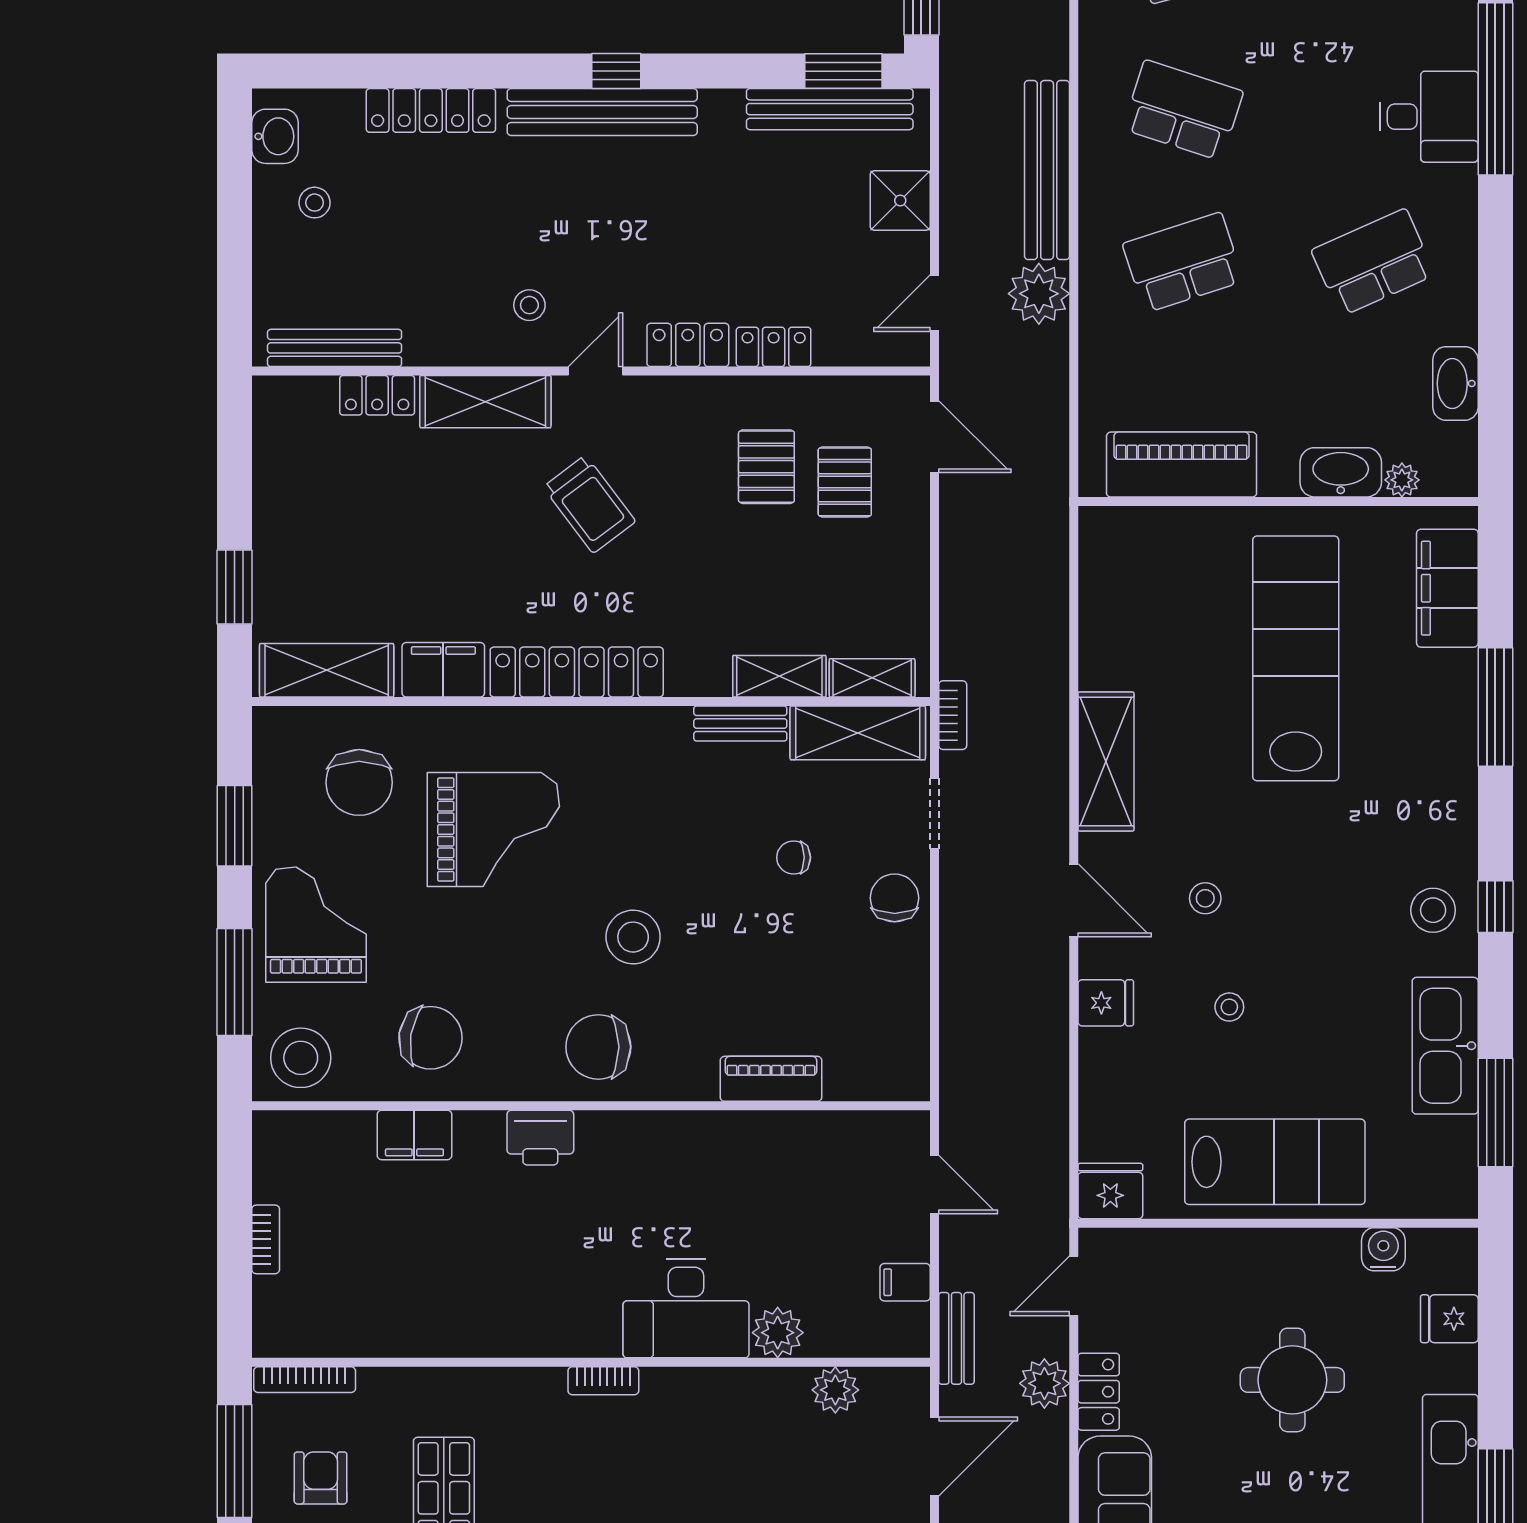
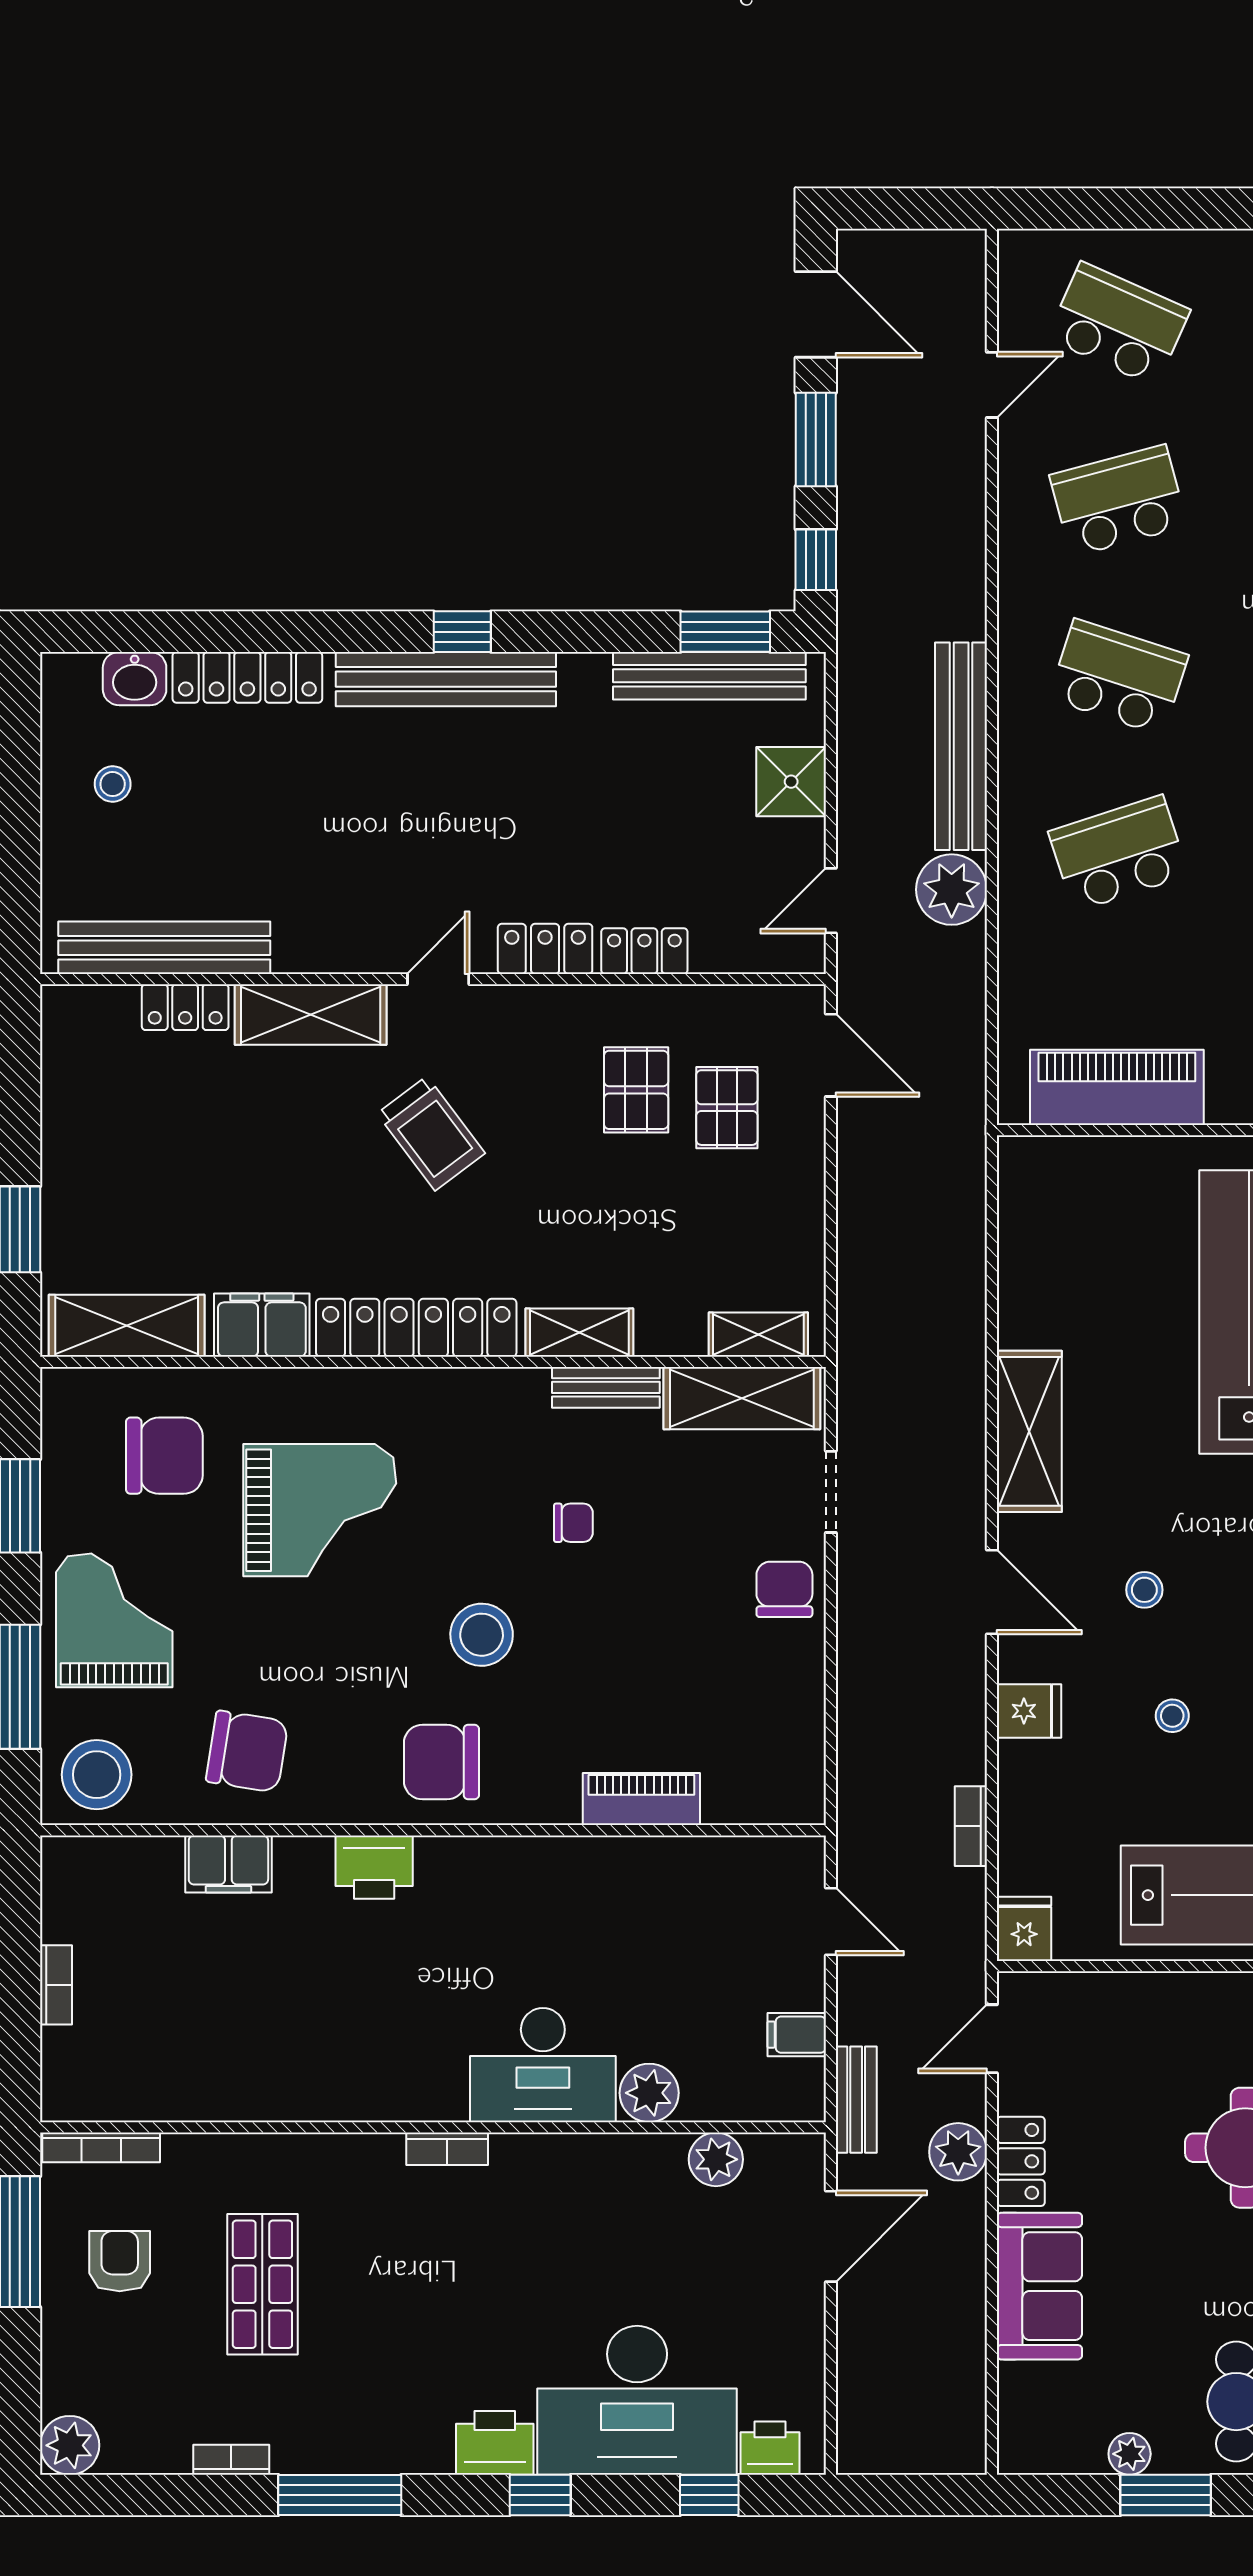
washbasin: (275, 136) -> (135, 679), moved, turned 90
stool: (529, 305) -> (362, 903), removed
bench: (335, 348) -> (164, 948), width x1.37, depth x1.21
shelving: (779, 676) -> (579, 1333), moved
bookcase: (953, 715) -> (971, 1826), moved, turned 180
chair: (359, 782) -> (164, 1456), turned -90
chair: (794, 857) -> (573, 1523), moved, turned 180
fridge: (1110, 1191) -> (1024, 1929), width x0.72

